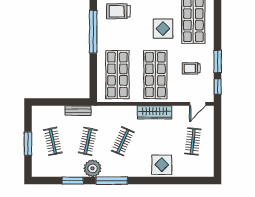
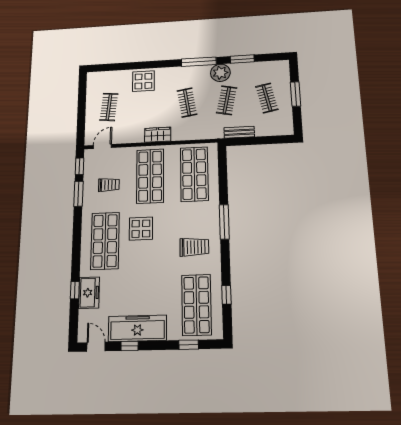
window: (93, 32) -> (224, 222), width x0.68
wardrobe: (155, 112) -> (158, 135), width x0.67
clothes rail: (123, 141) -> (187, 103), turned -33

